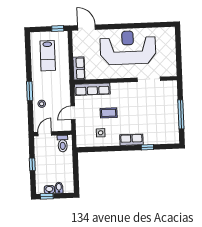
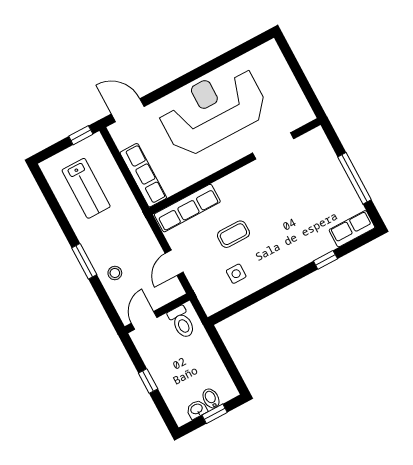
row of seats: (79, 68) -> (143, 175), width x1.48
row of seats: (131, 140) -> (352, 229), moved
window: (47, 196) -> (215, 414), moved

